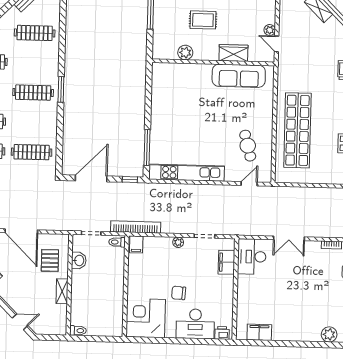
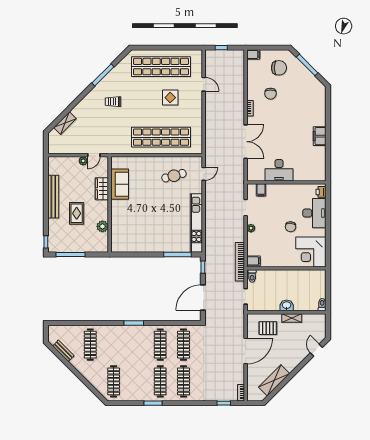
sofa: (239, 76) -> (120, 184), width x0.73
clothes rail: (33, 93) -> (160, 345), moved
door: (91, 178) -> (203, 297), hinge flipped
door: (249, 184) -> (204, 174), swing flipped
double door: (289, 238) -> (246, 142), width x1.37
desk: (252, 257) -> (279, 170), moved
washbasin: (79, 260) -> (287, 305), moved
filing cabinet: (226, 262) -> (261, 190), width x0.50
filing cabinet: (259, 332) -> (320, 136), moved
plant: (329, 334) -> (320, 108), removed

